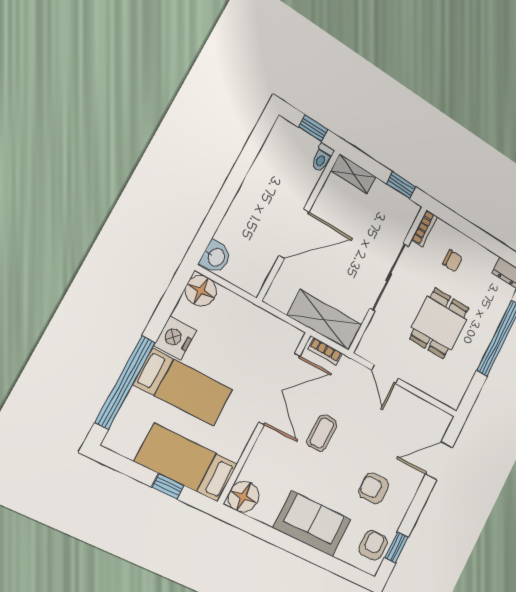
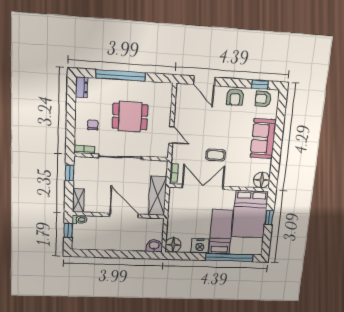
shelving: (325, 320) -> (158, 196), moved
door: (385, 374) -> (171, 135), hinge flipped
bed: (186, 463) -> (250, 214), width x1.50
armchair: (374, 488) -> (235, 97), moved

